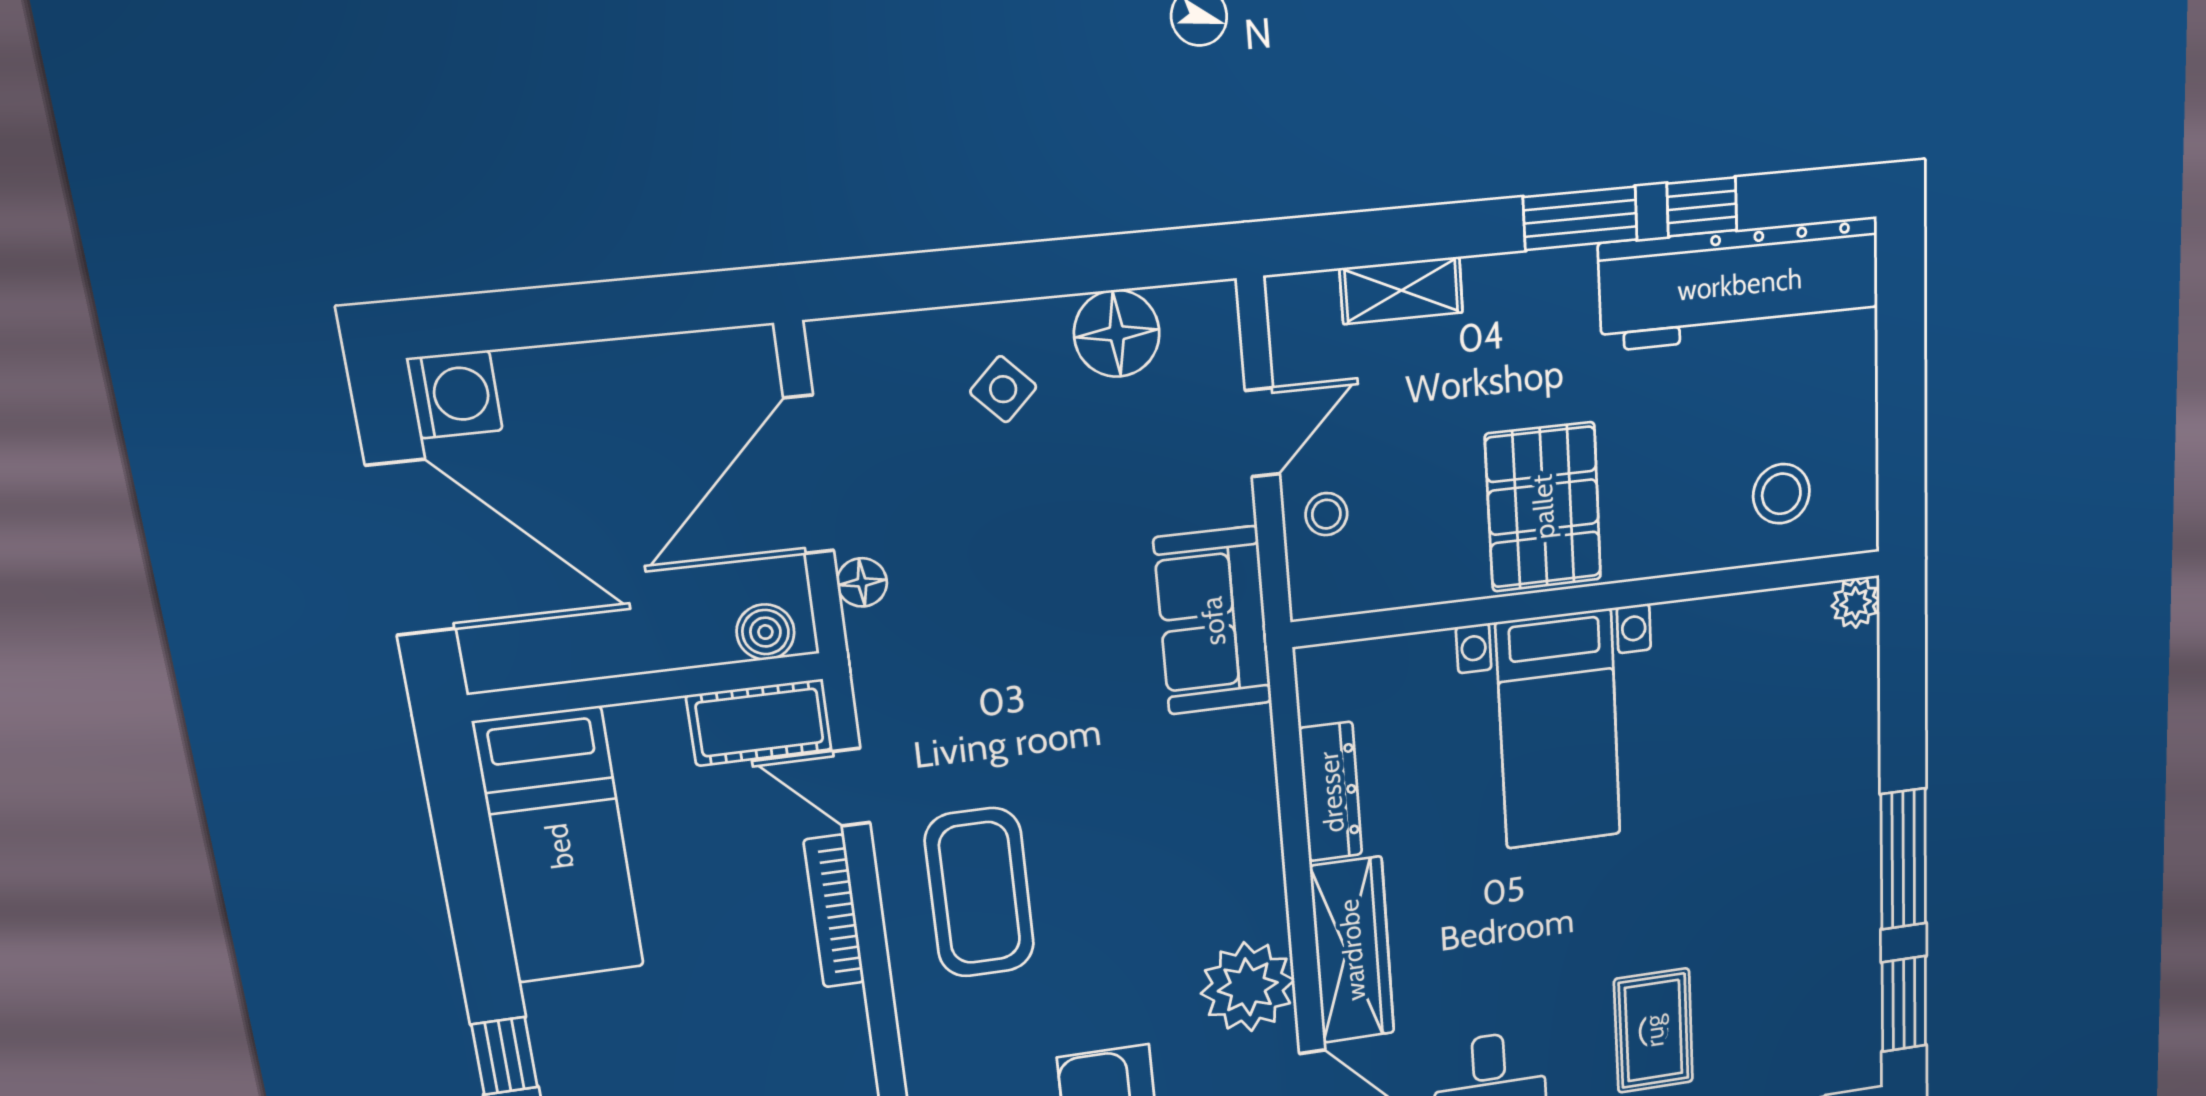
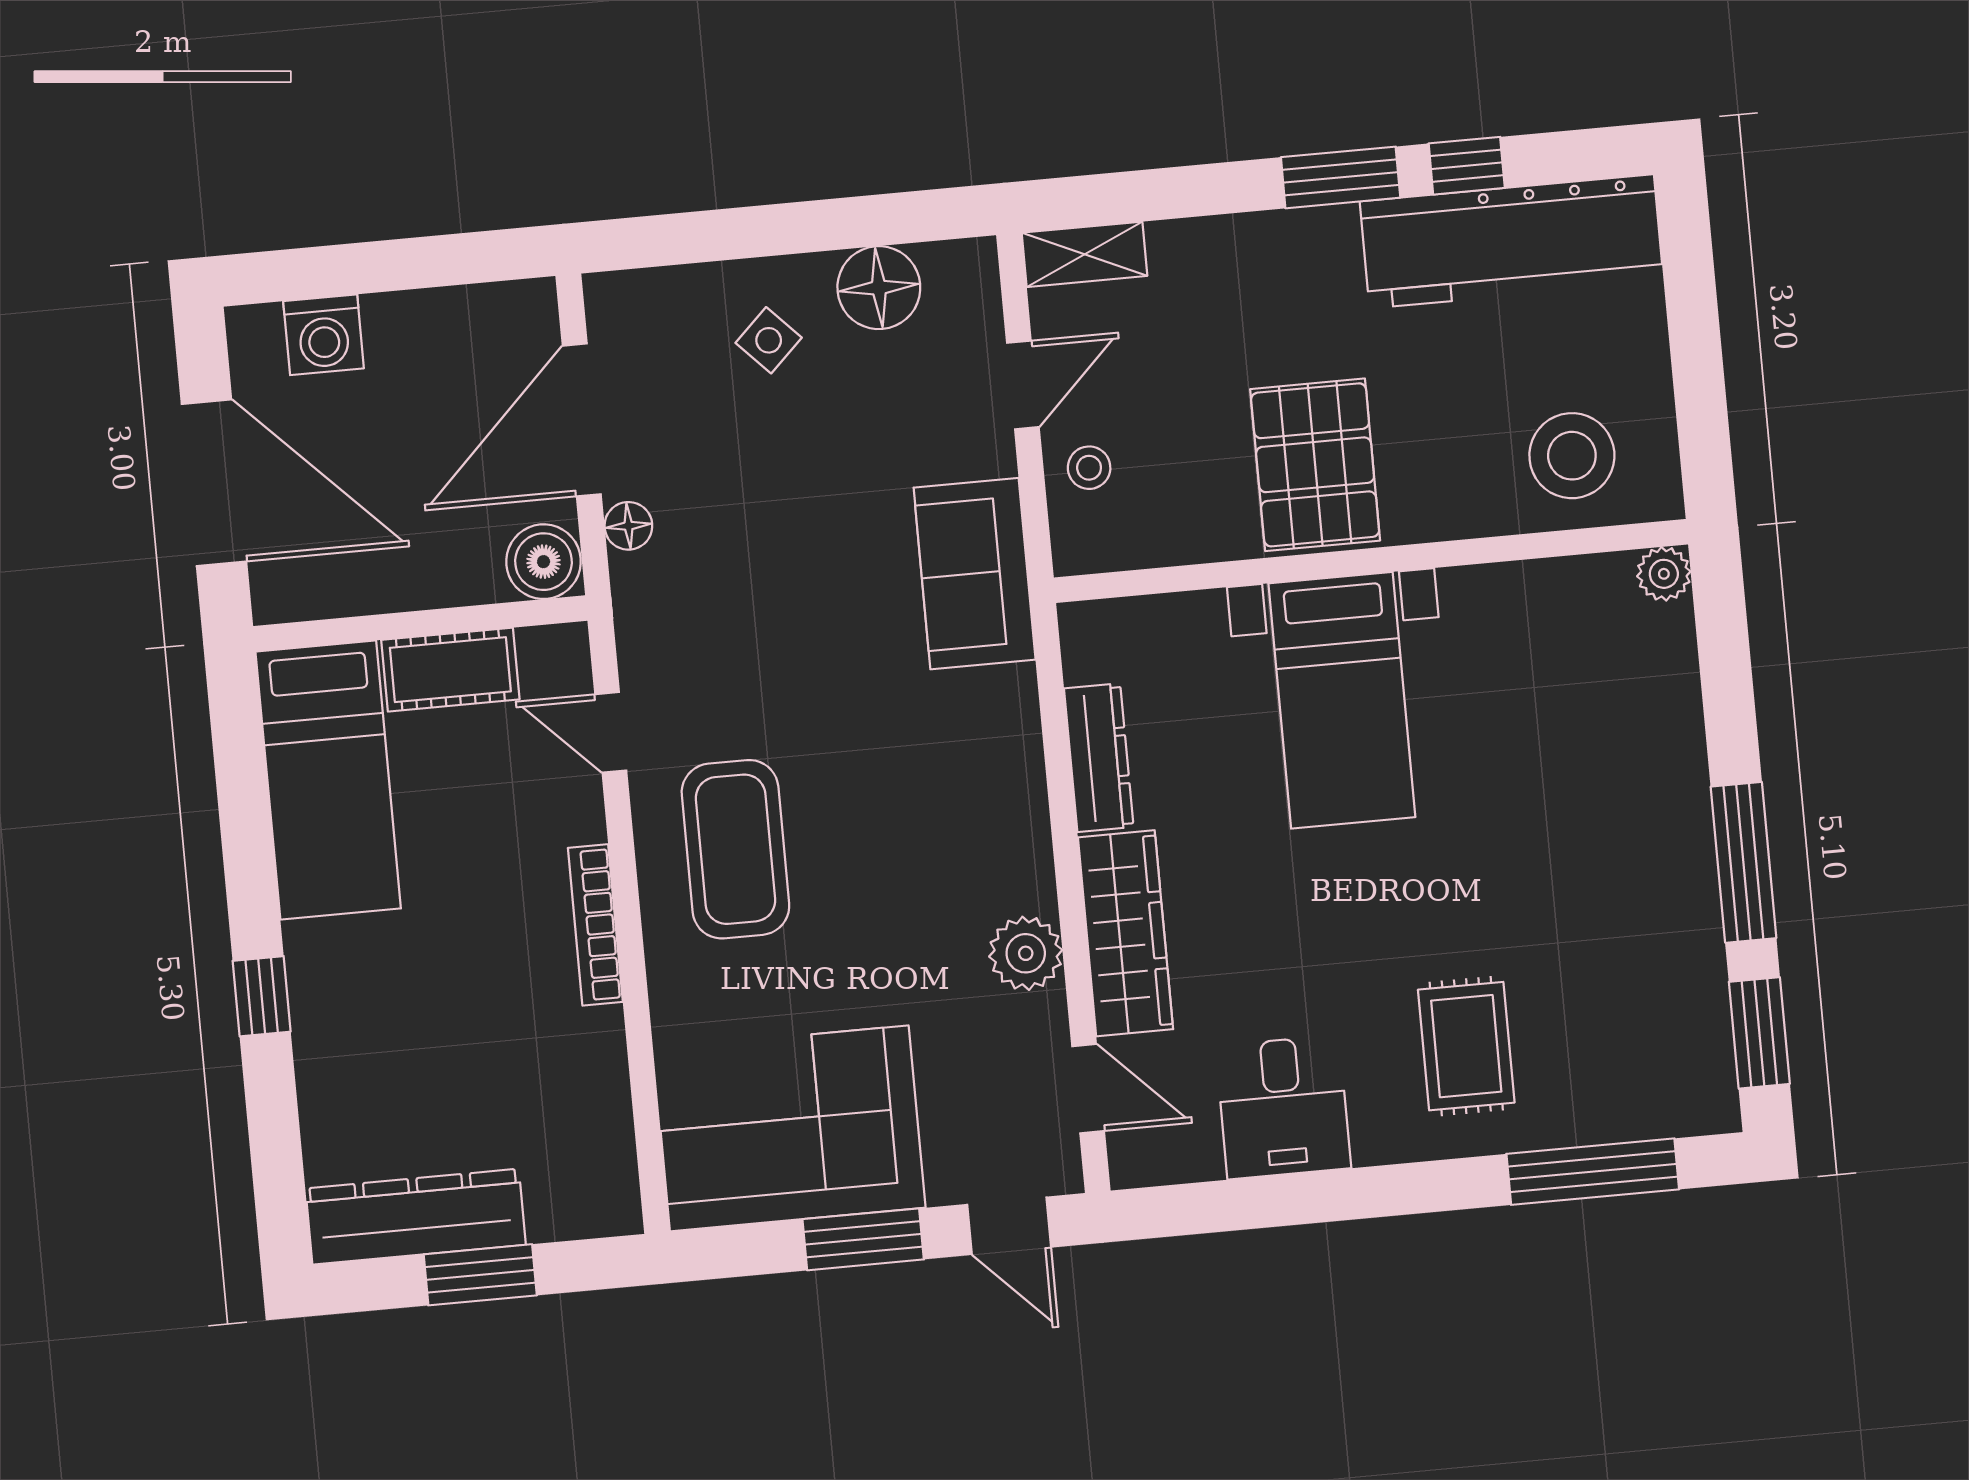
shelving: (1401, 290) -> (1085, 254), moved
washing machine: (454, 394) -> (324, 335), moved, turned 90
stool: (1781, 494) -> (1572, 456), width x1.38, depth x1.38
boiler: (765, 632) -> (544, 562), width x1.36, depth x1.36
cot: (760, 722) -> (450, 670), moved
bookcase: (834, 911) -> (595, 925), moved
plant: (1248, 987) -> (1026, 953), width x0.73, depth x0.73

